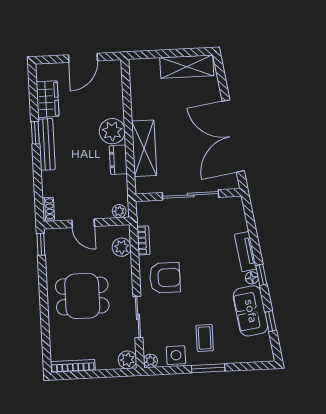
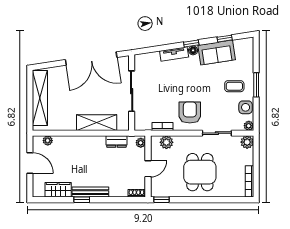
shelving: (187, 67) -> (40, 98), width x1.47
plant: (112, 131) -> (48, 141), moved, width x0.53, depth x0.53
dresser: (118, 160) -> (116, 141), moved

